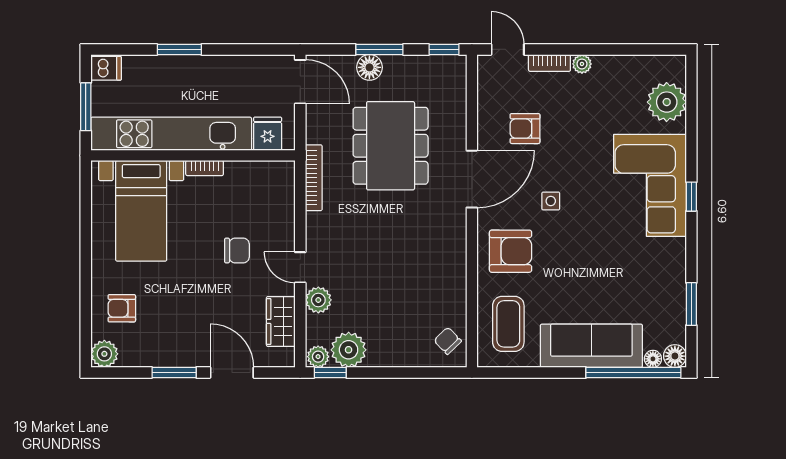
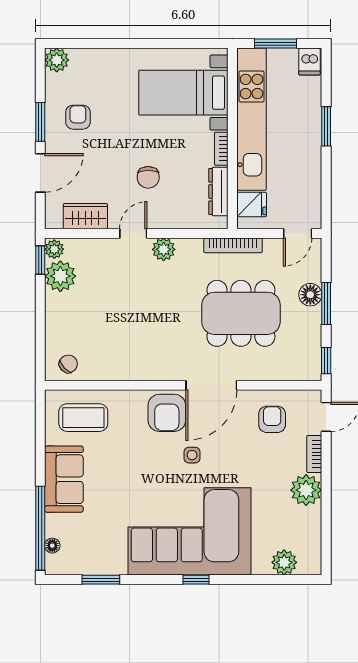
plant: (582, 64) -> (306, 490), width x1.87, depth x1.87
door: (300, 82) -> (298, 233), width x0.73
plant: (667, 102) -> (284, 562), width x0.73, depth x0.73
armchair: (525, 129) -> (272, 419), moved
dresser: (253, 171) -> (218, 192), added
bookcase: (314, 178) -> (233, 245), moved
door: (472, 179) -> (211, 385), hinge flipped
corner sofa: (650, 185) -> (189, 531), width x1.36, depth x1.36
armchair: (511, 251) -> (167, 413), moved
plant: (318, 300) -> (164, 249), moved
armchair: (122, 308) -> (78, 117), moved
sofa: (591, 346) -> (64, 479), width x0.73
floor lamp: (675, 356) -> (55, 565), removed

